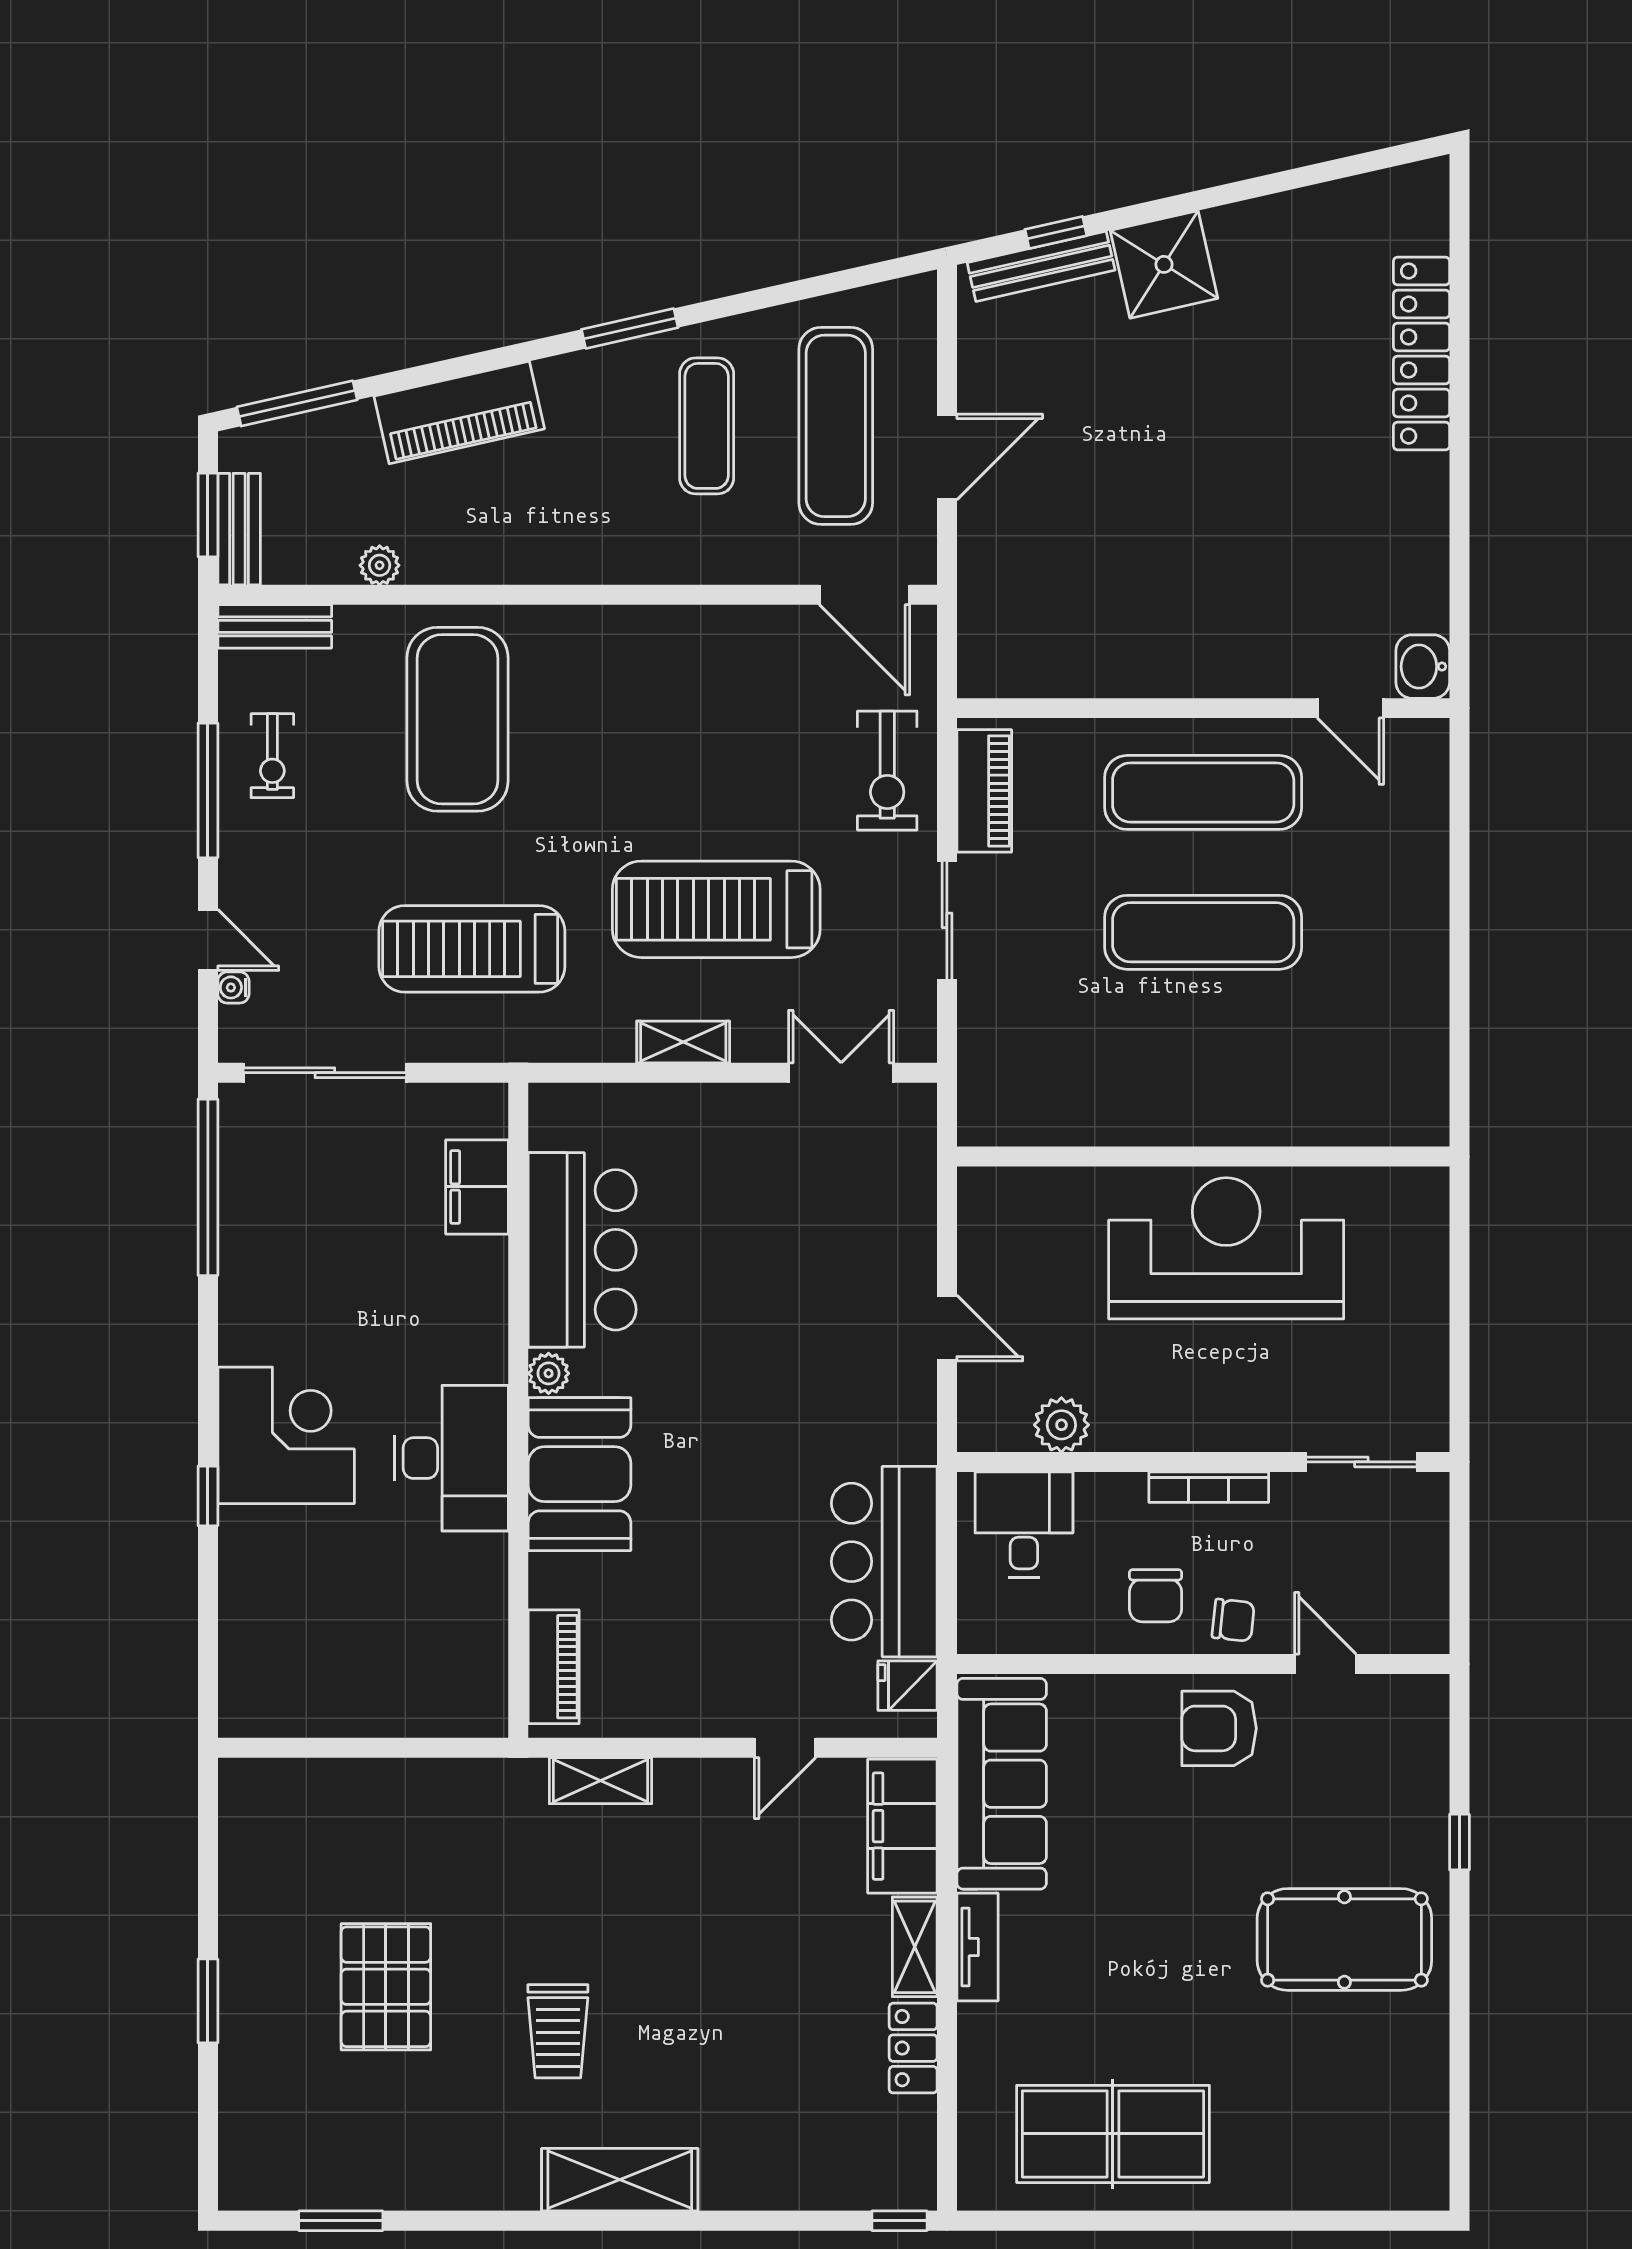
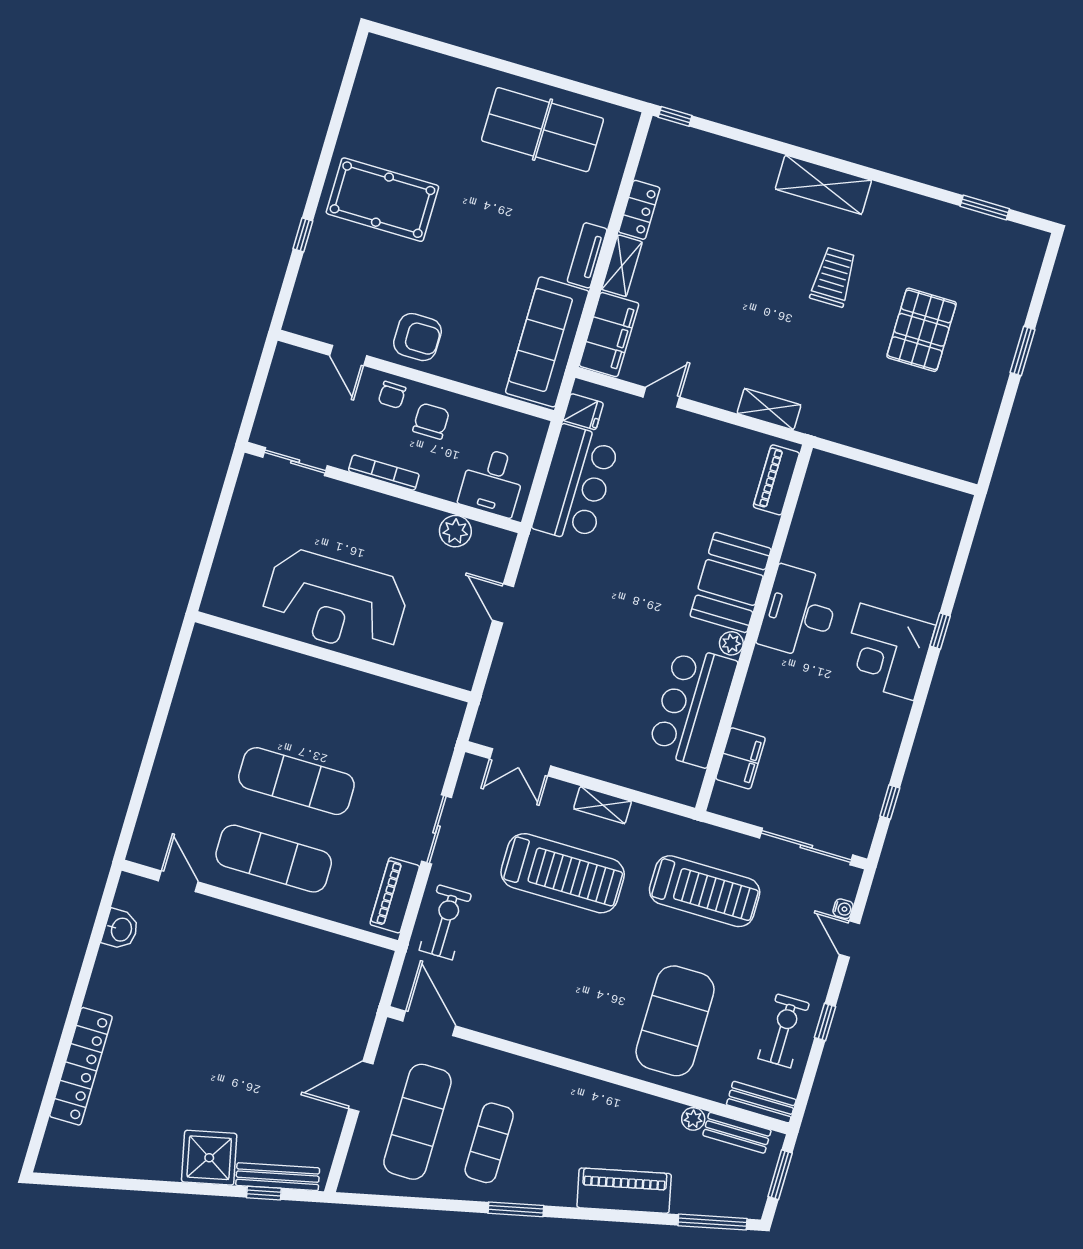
bench: (239, 529) -> (737, 1133), moved, turned 90
washbasin: (1423, 667) -> (121, 929), moved
exercise bike: (272, 756) -> (784, 1031), width x1.38, depth x1.39
window: (208, 790) -> (825, 1022), width x0.46
window: (208, 1187) -> (890, 802), width x0.32
chair: (1233, 1620) -> (392, 395), turned -95

